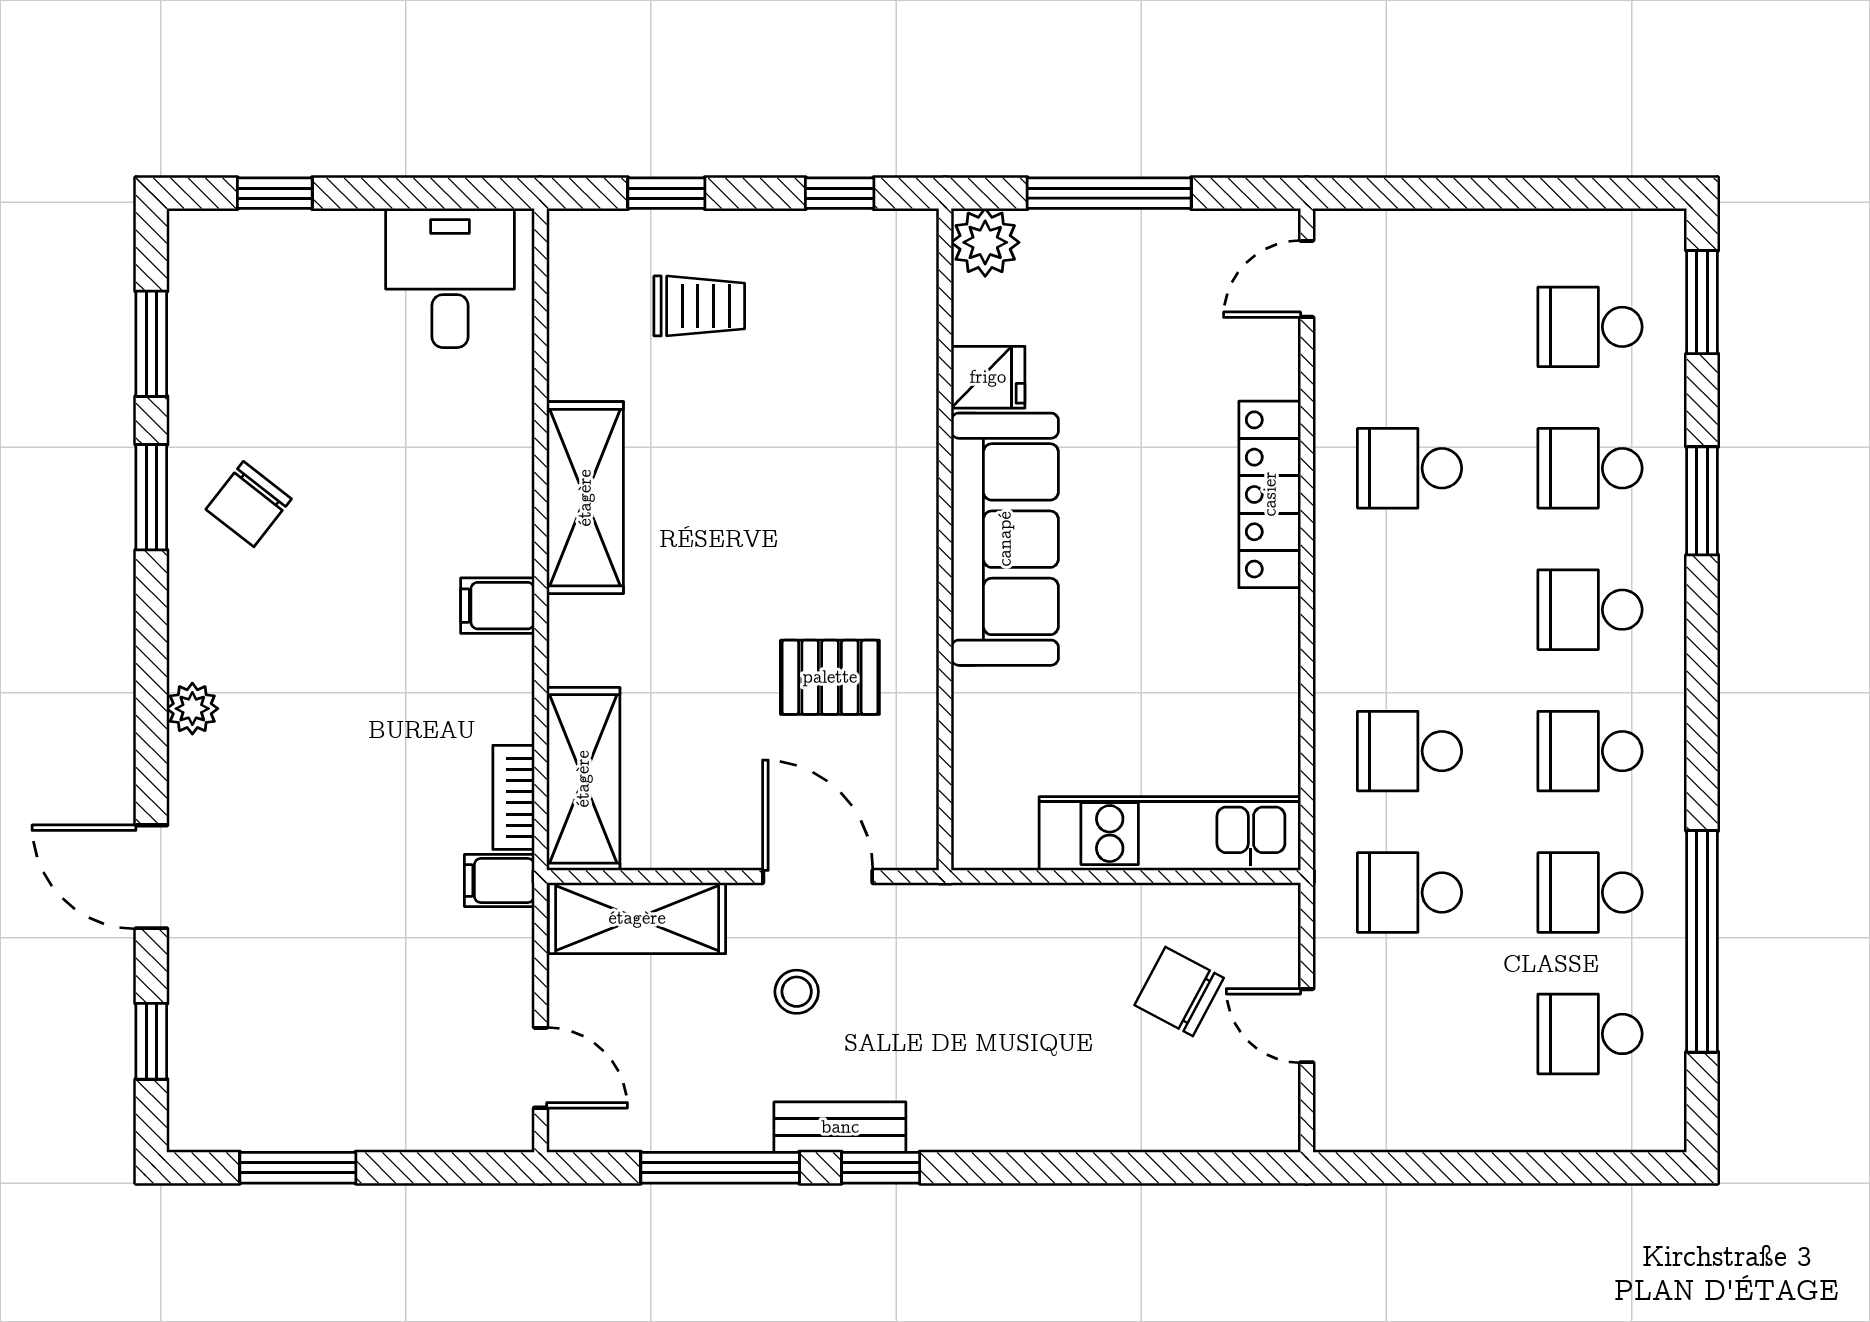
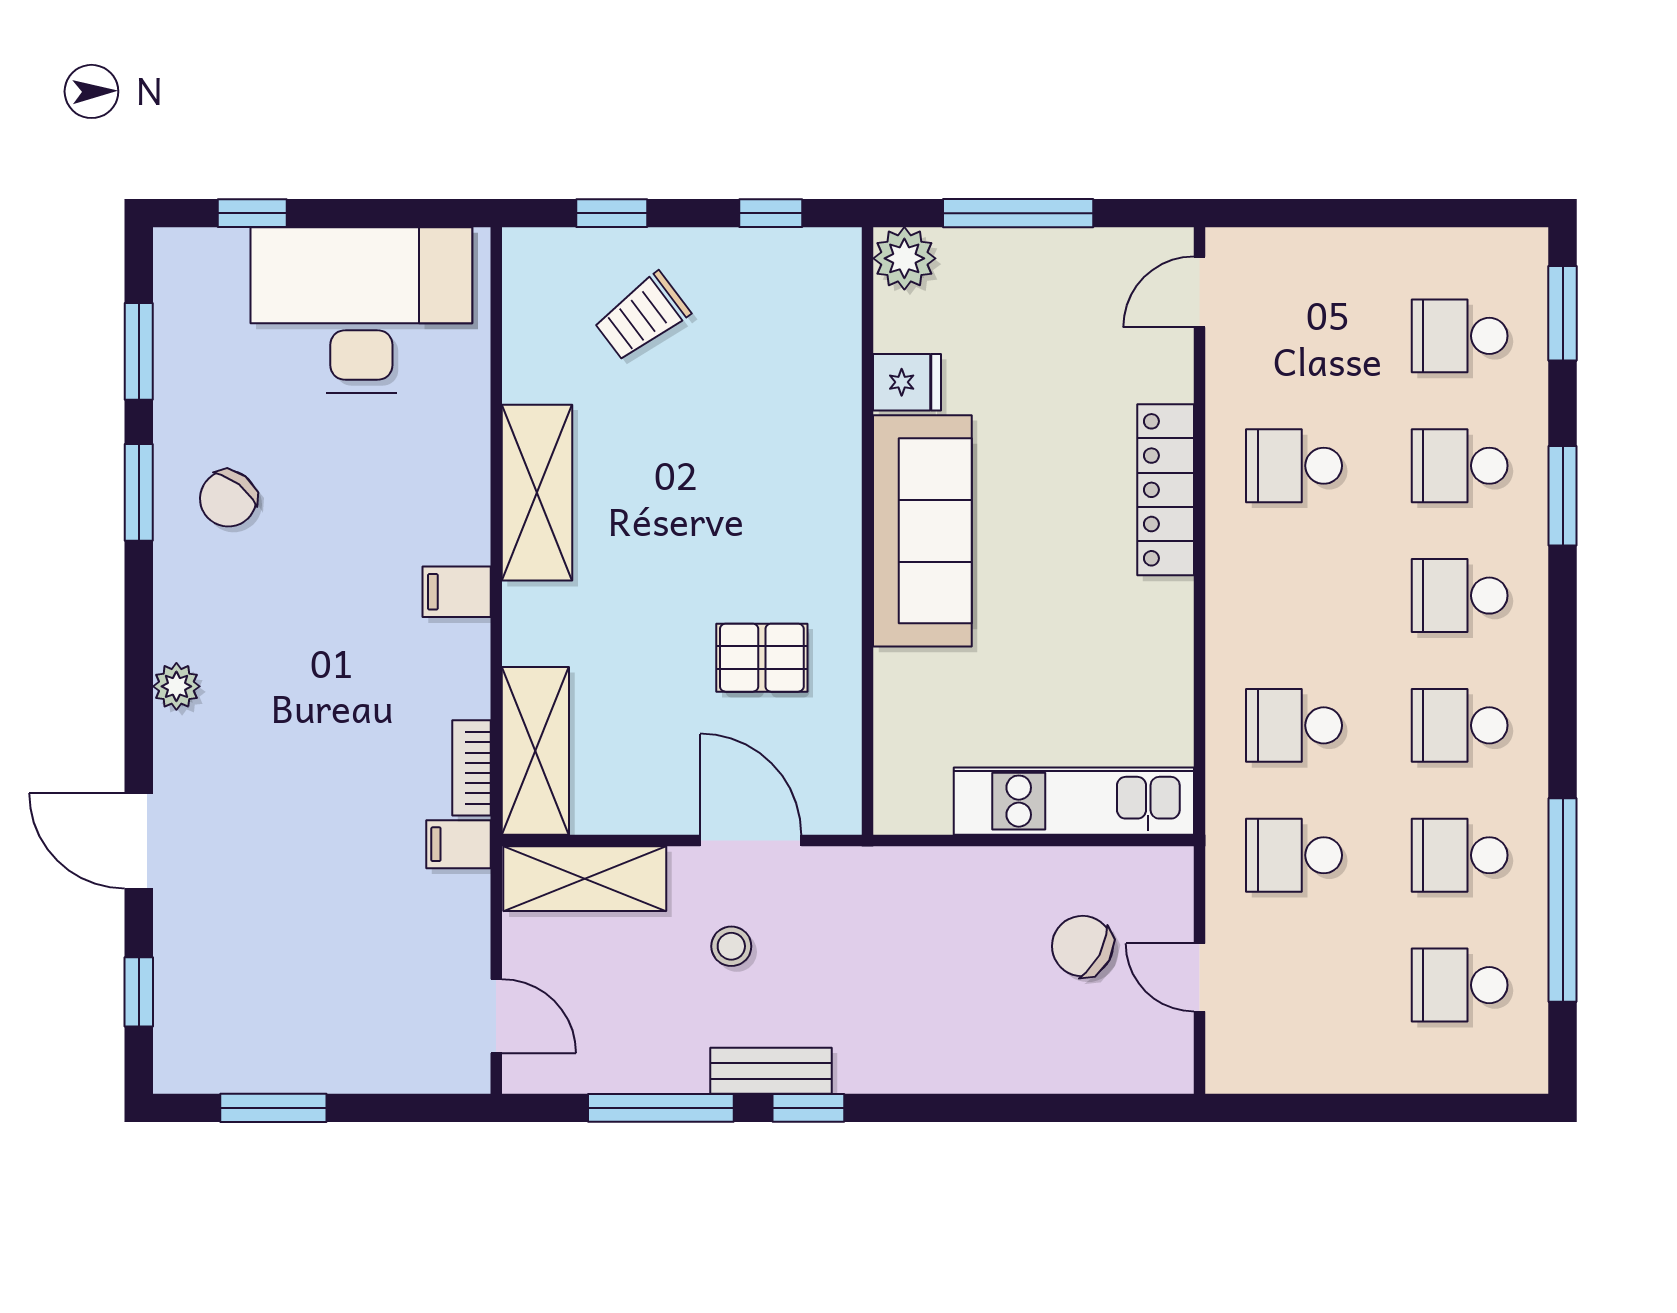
desk: (450, 278) -> (361, 310), width x1.87, depth x1.30
trolley: (699, 306) -> (642, 317), turned 143

